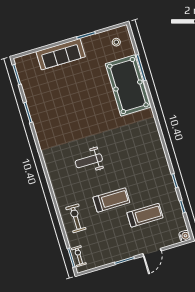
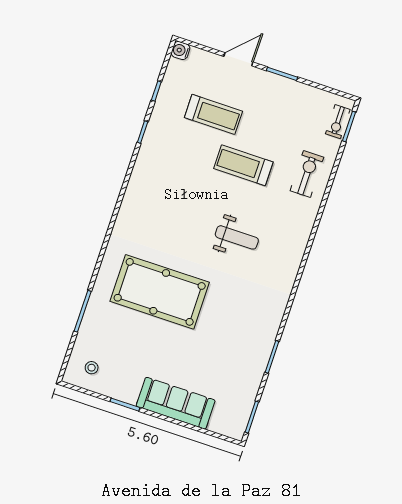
pool table: (128, 86) -> (160, 292), moved, turned 90
treadmill: (145, 215) -> (213, 114), turned 180
exercise bike: (76, 218) -> (307, 174), turned 180

